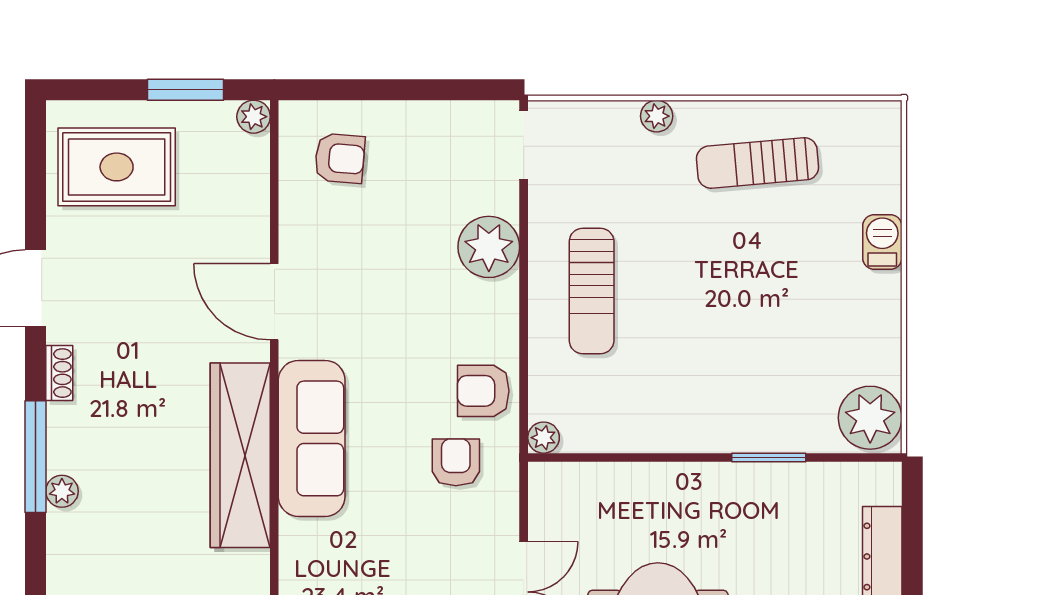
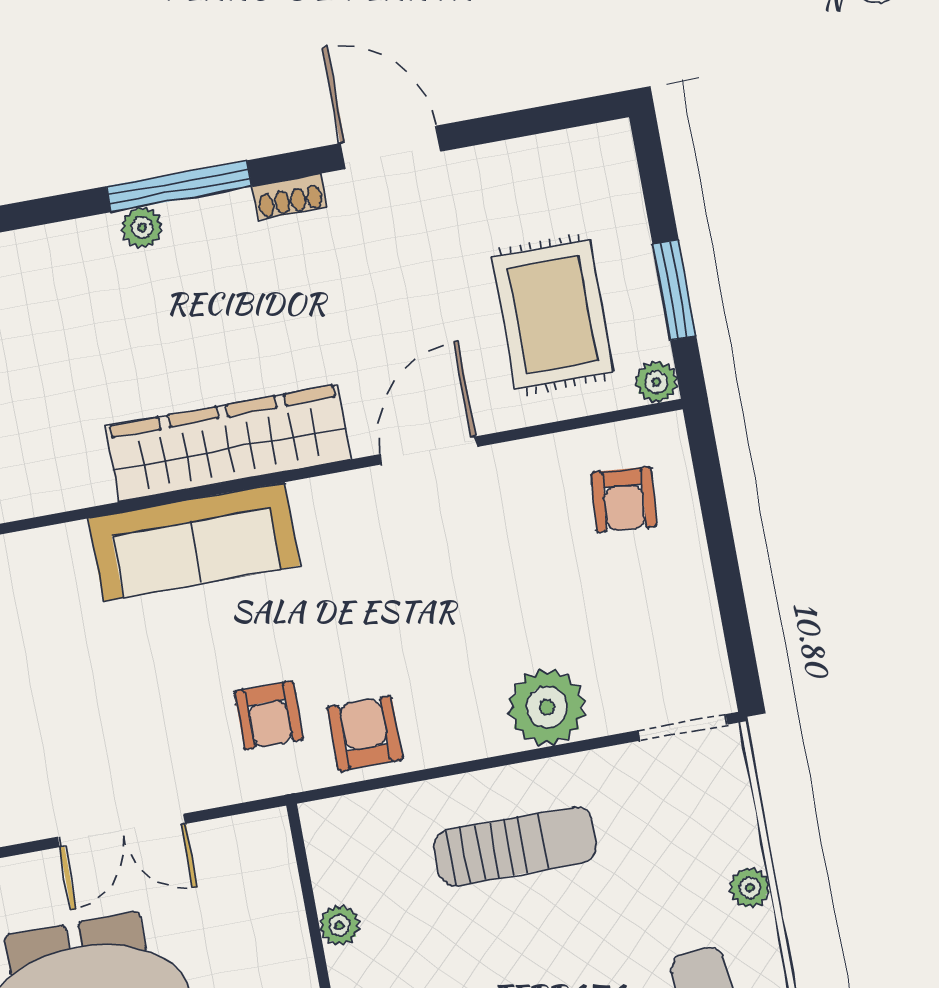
rug: (117, 167) -> (553, 315), moved
sun lounger: (592, 291) -> (515, 846), turned 180
sofa: (312, 438) -> (194, 542), moved
plant: (544, 438) -> (340, 925), moved
armchair: (456, 462) -> (269, 715), turned 90

